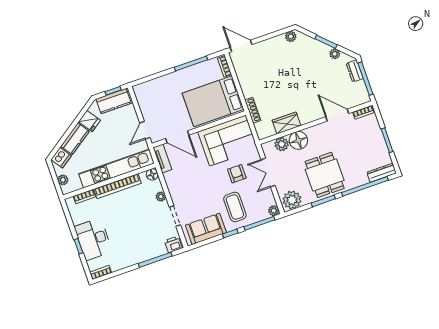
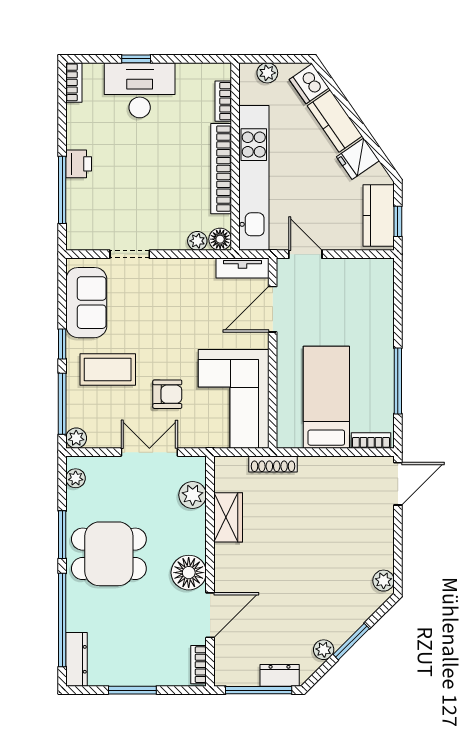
bed: (213, 101) -> (326, 397), width x0.67
floor lamp: (298, 140) -> (189, 573), moved
plant: (161, 197) -> (197, 241), moved
plant: (292, 200) -> (76, 478), width x0.53, depth x0.53
printer: (173, 244) -> (79, 164), moved

